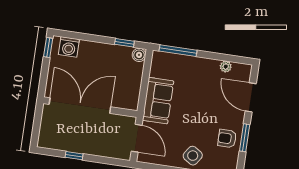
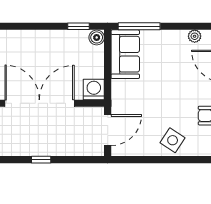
washing machine: (69, 47) -> (94, 89), moved, turned 180
sofa: (158, 101) -> (125, 54), moved
door: (137, 138) -> (108, 130), hinge flipped

